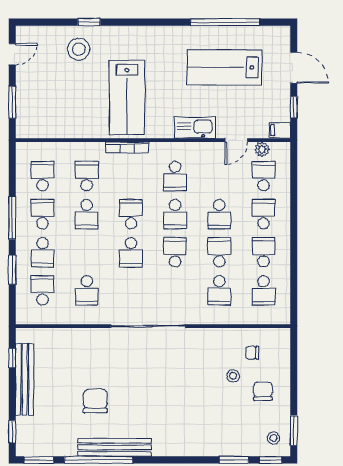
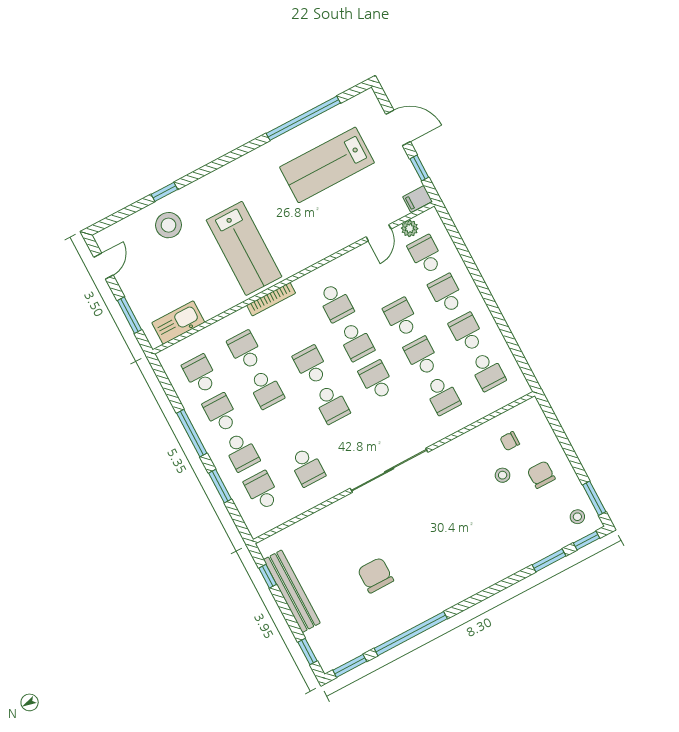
kitchen sink: (195, 128) -> (178, 323), moved
school desk: (219, 214) -> (401, 317), turned 180
bench: (114, 447) -> (420, 612), removed

